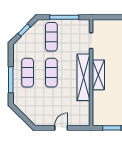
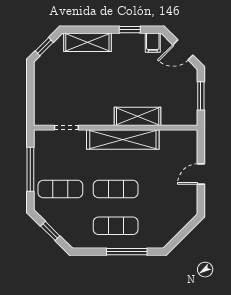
shelving: (98, 75) -> (138, 116), moved
door: (61, 128) -> (201, 174), hinge flipped

